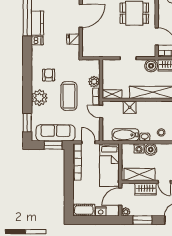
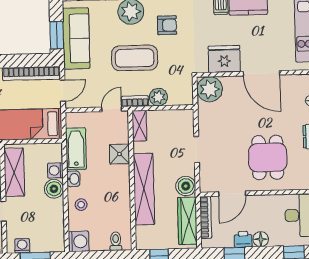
fridge: (73, 39) -> (224, 59), width x1.88, depth x1.34
plant: (90, 49) -> (210, 89), added

